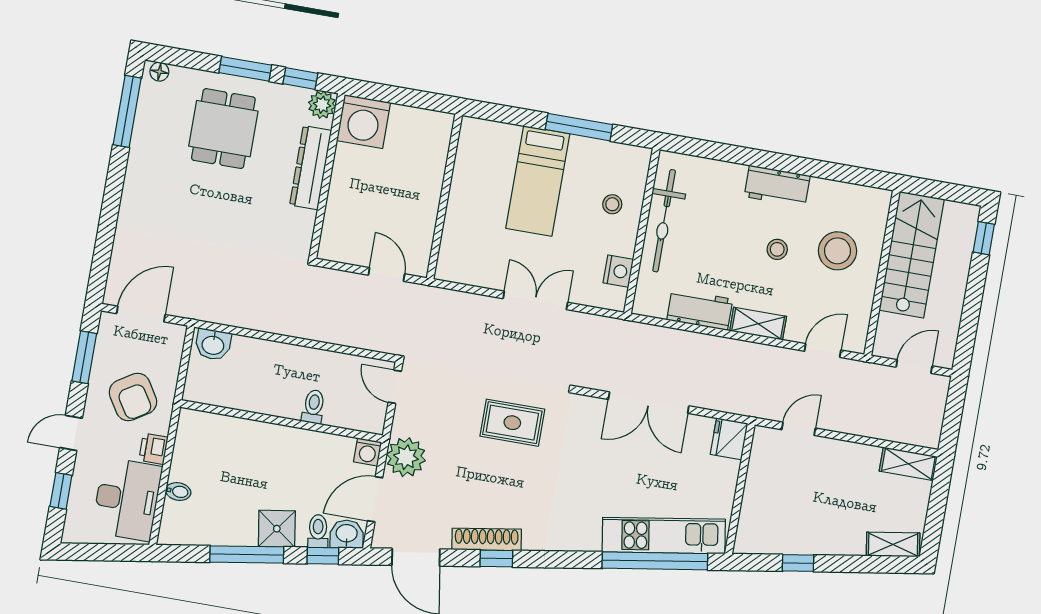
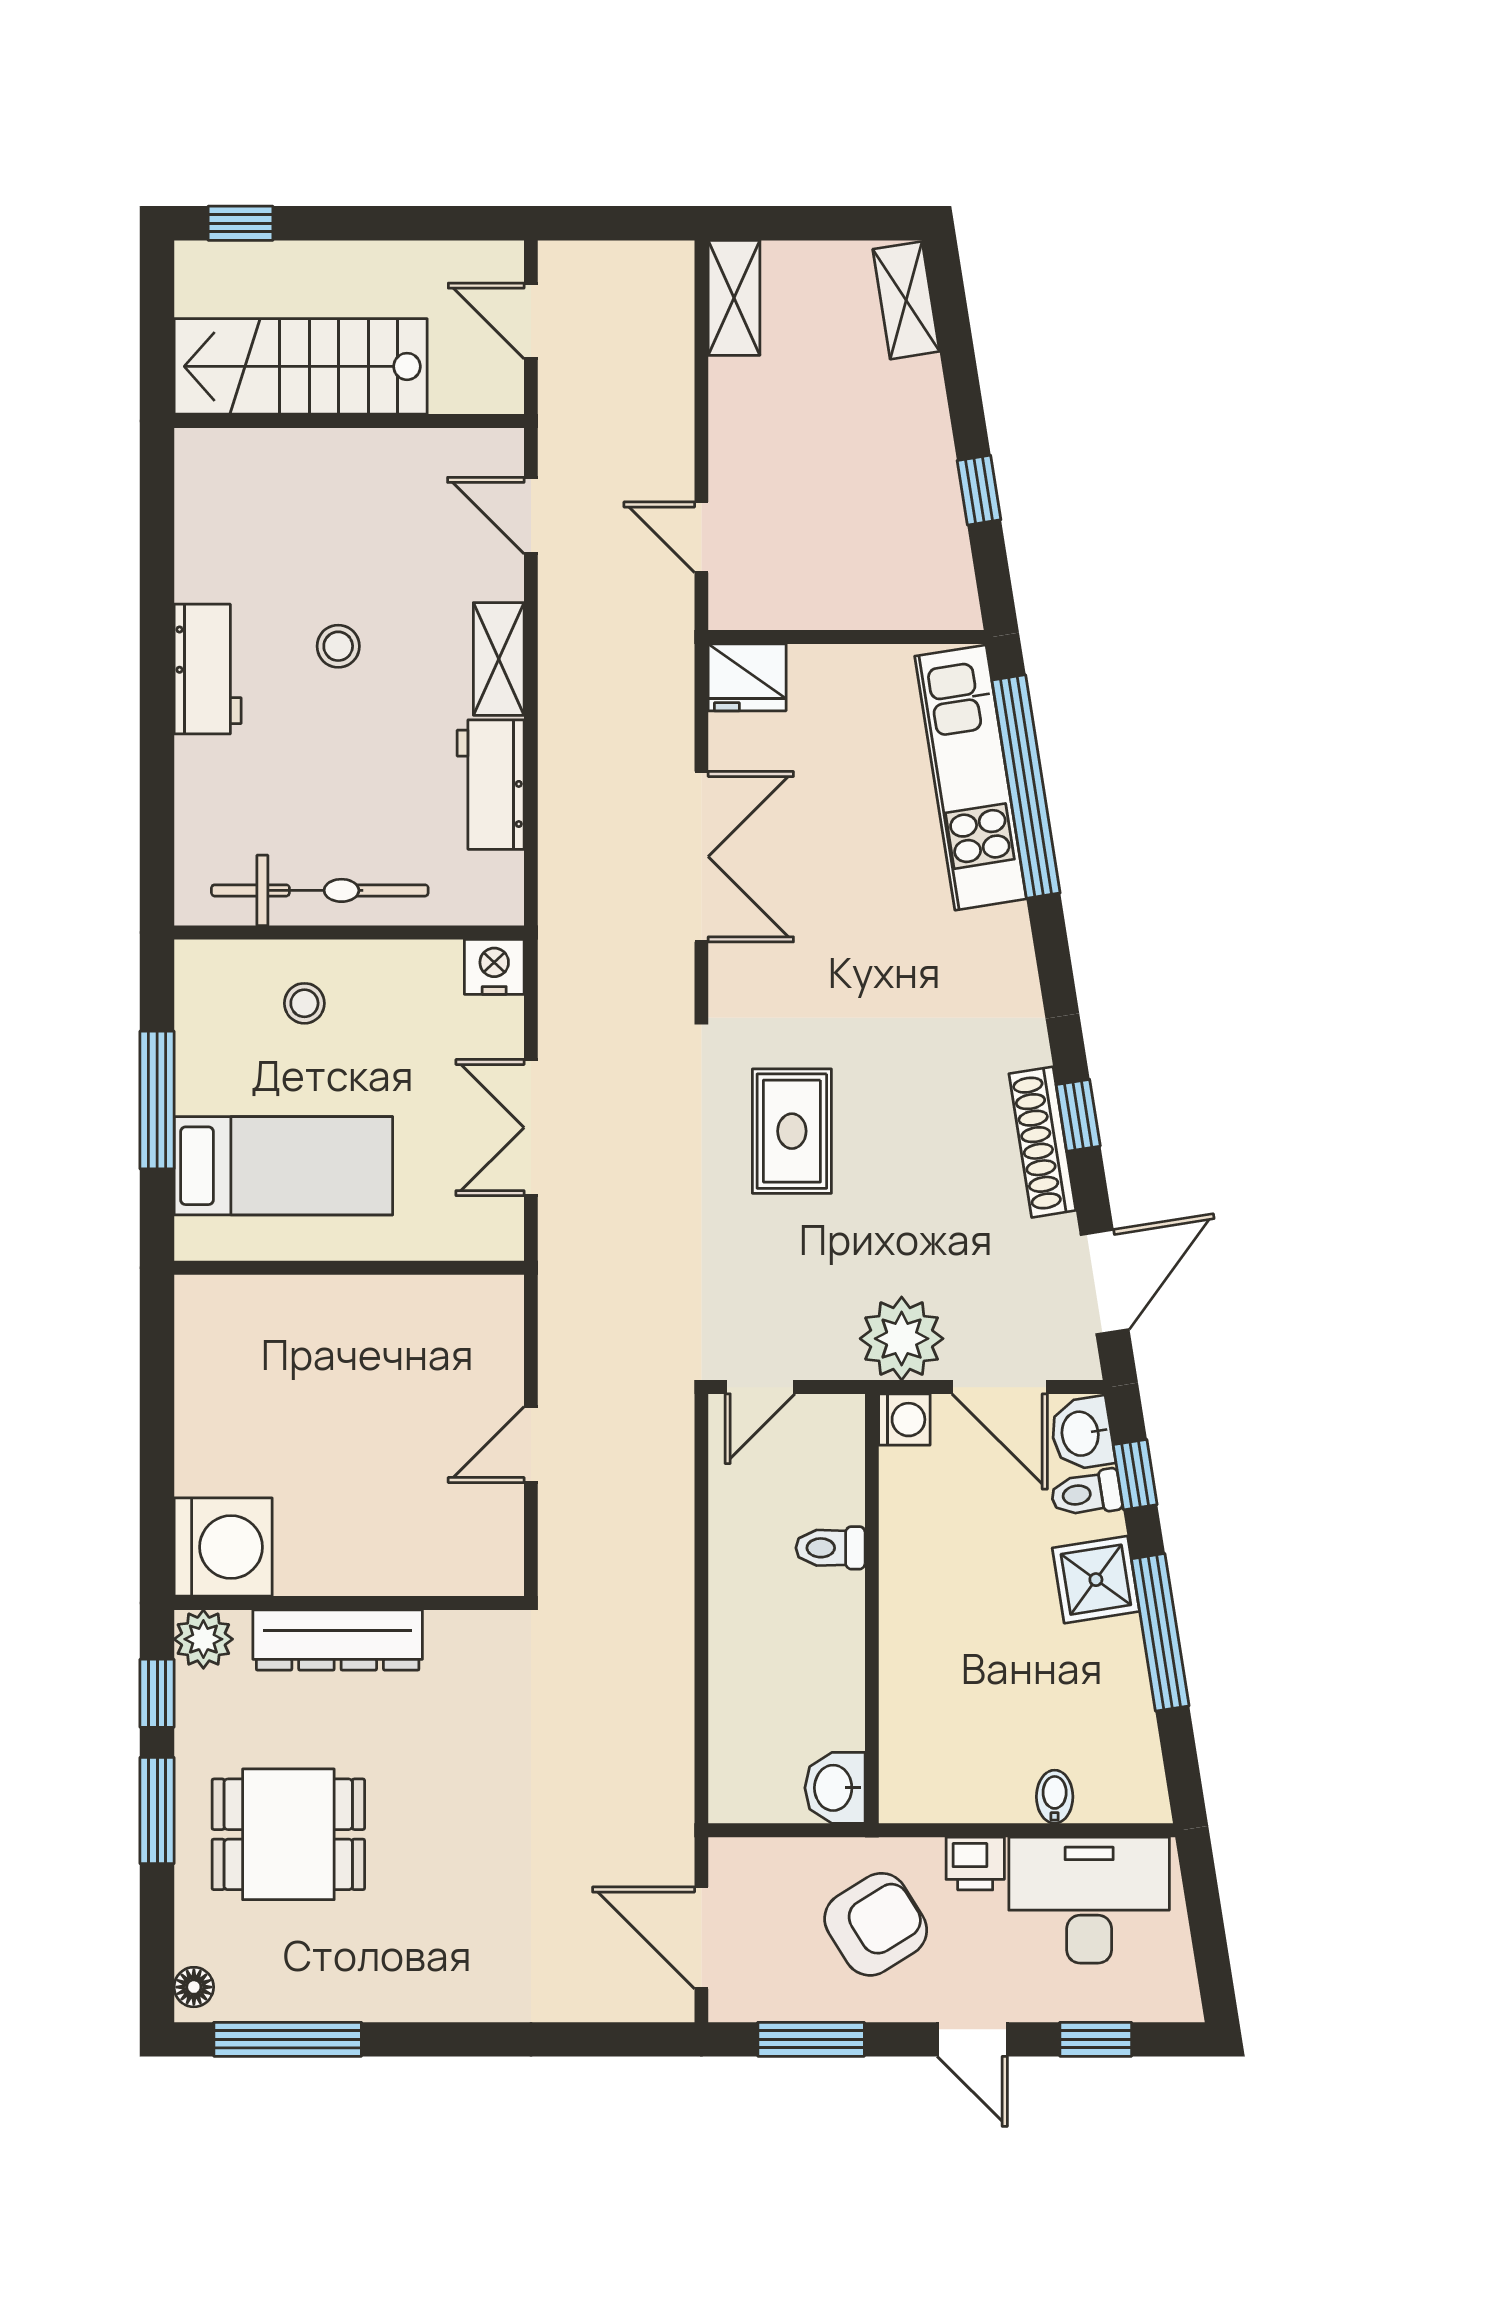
wall: (444, 197) -> (349, 1268), moved
stool: (838, 251) -> (319, 521), removed
nightstand: (618, 271) -> (494, 967), moved
washbasin: (213, 344) -> (835, 1788), moved, turned 180

